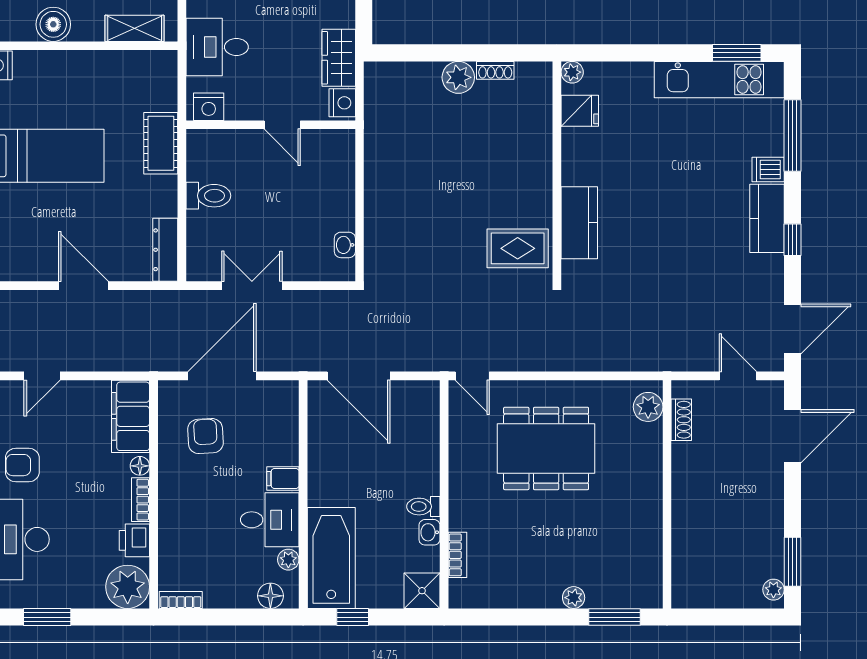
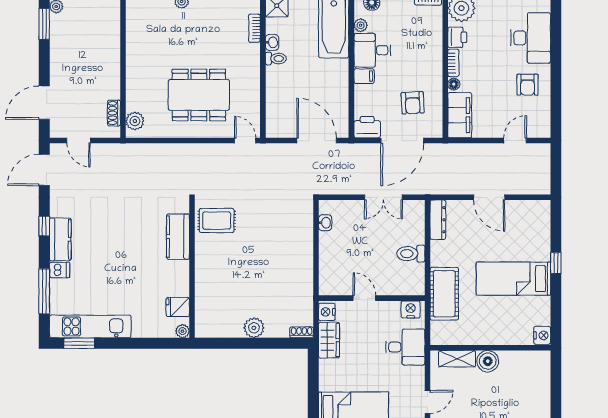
boiler: (53, 24) -> (488, 361), moved
shoe rack: (495, 70) -> (302, 332), moved
cot: (161, 143) -> (444, 294), width x1.37, depth x1.34
printer: (278, 397) -> (367, 127), added
armchair: (22, 465) -> (528, 85), turned 90

